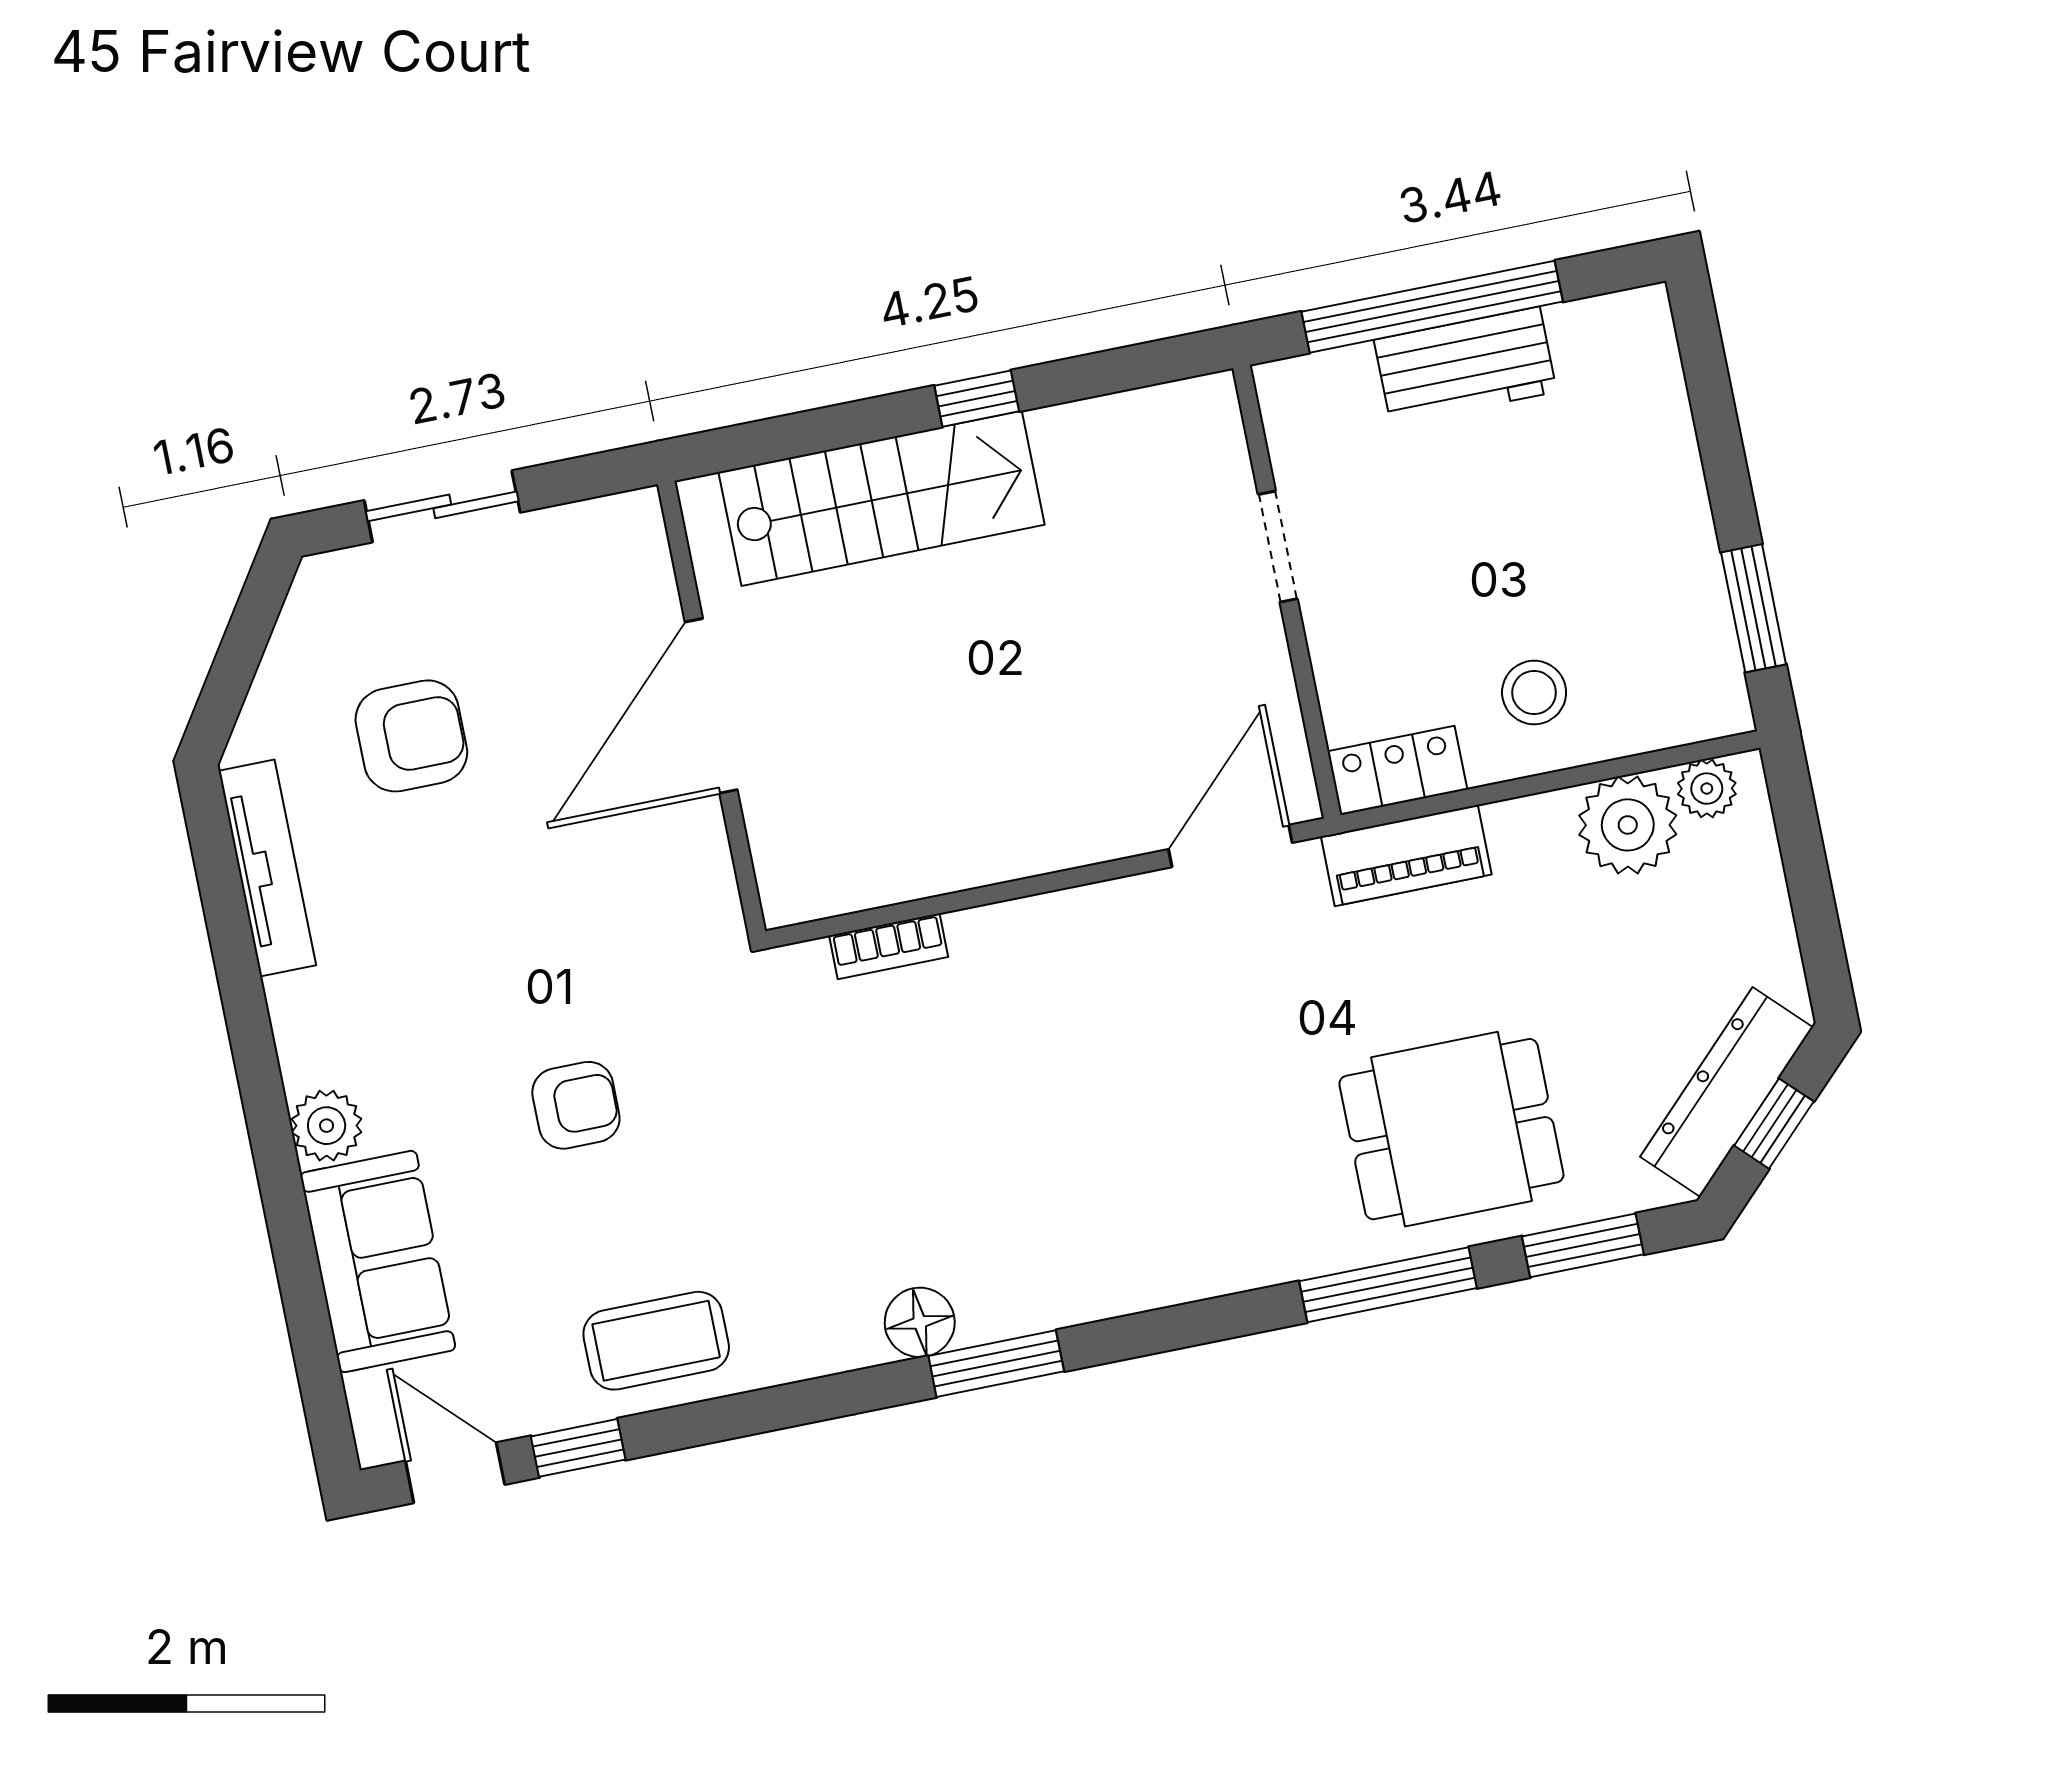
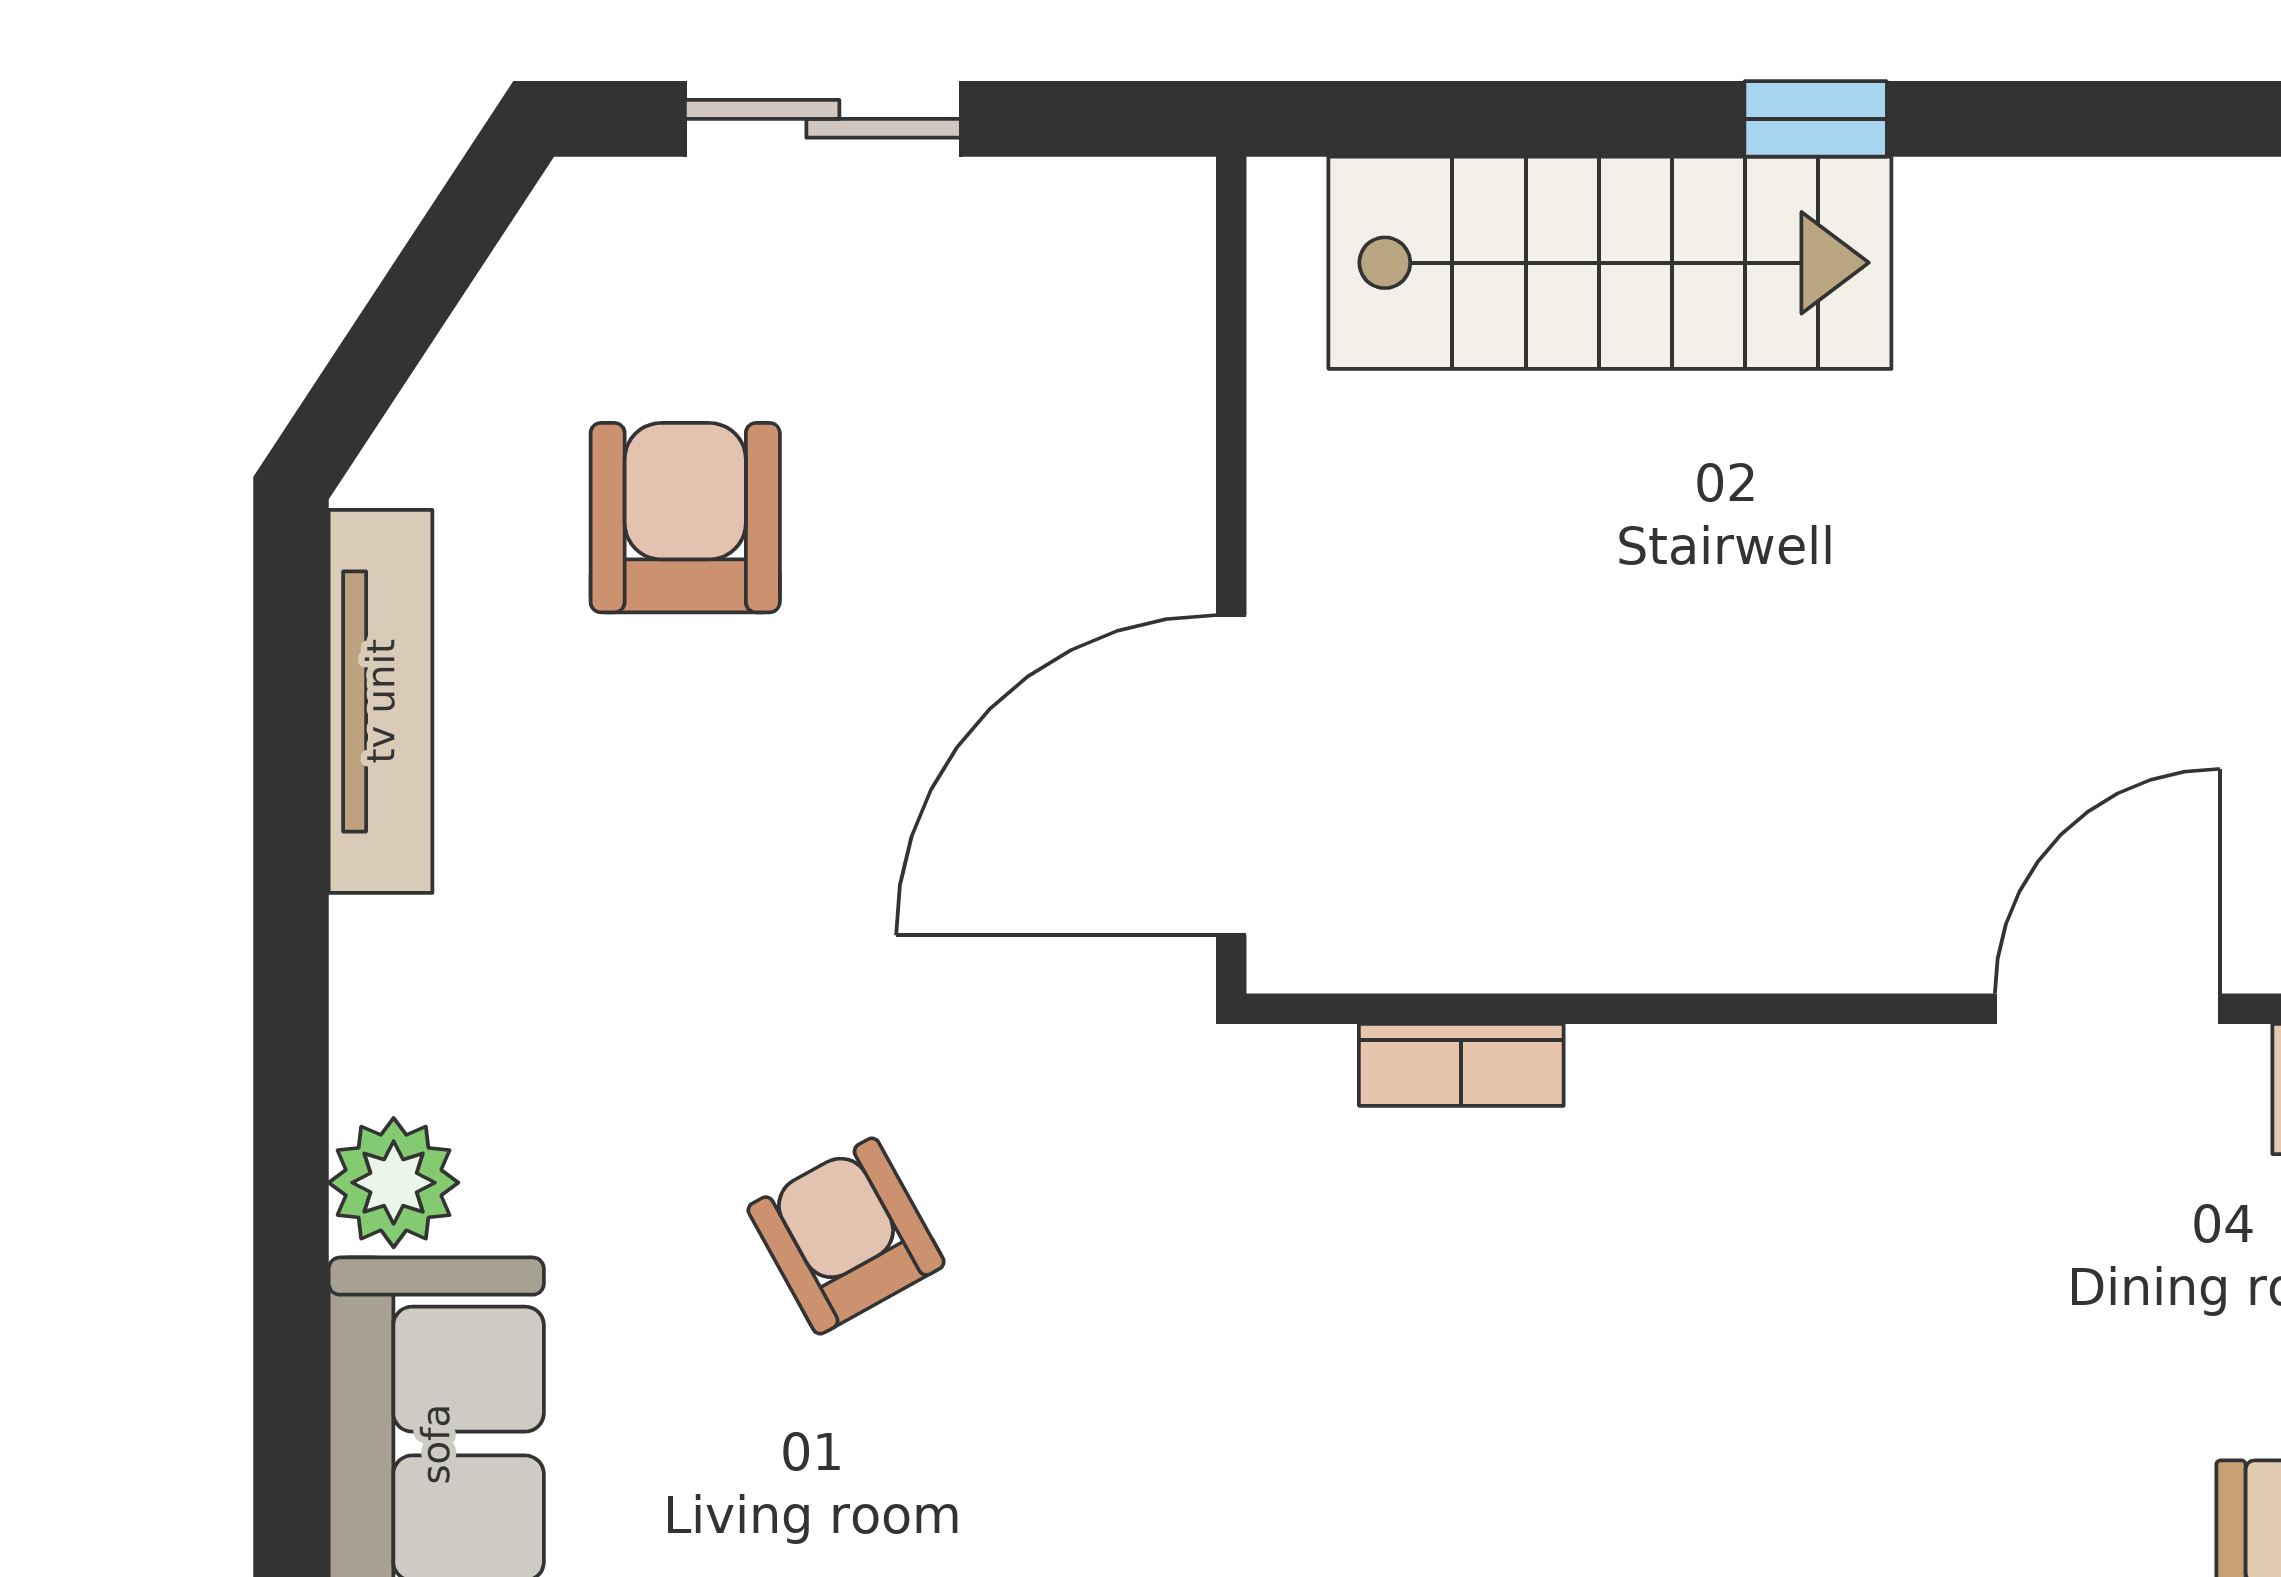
door: (711, 706) -> (1231, 775), moved
armchair: (411, 736) -> (685, 518), turned -90
armchair: (576, 1105) -> (846, 1236), turned -119

